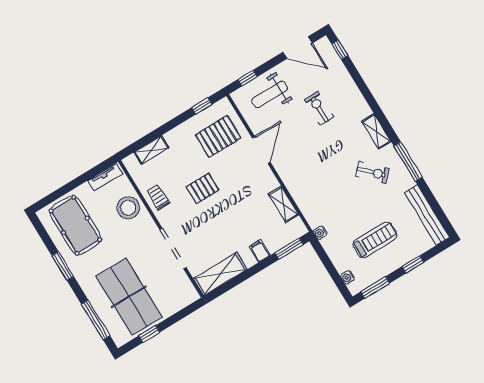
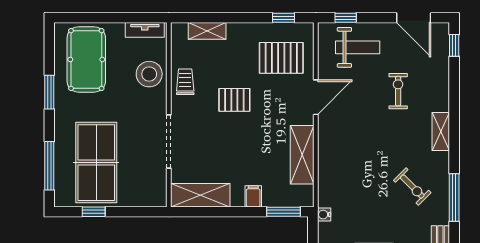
weight bench: (270, 94) -> (358, 47), turned 180
shelving: (376, 131) -> (441, 131), moved
shelving: (284, 204) -> (302, 155), width x1.50, depth x1.33

